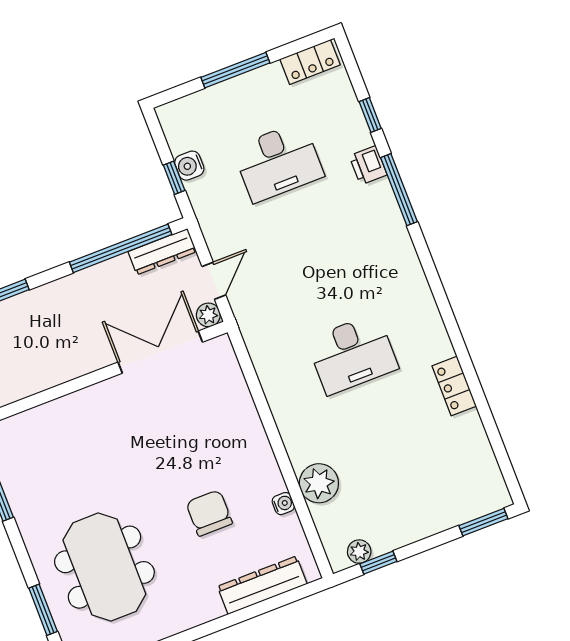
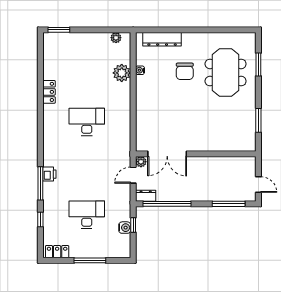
printer: (368, 165) -> (49, 174), moved
dresser: (162, 252) -> (146, 196), width x0.70
chair: (209, 513) -> (185, 71), moved
window: (378, 563) -> (110, 30), removed

